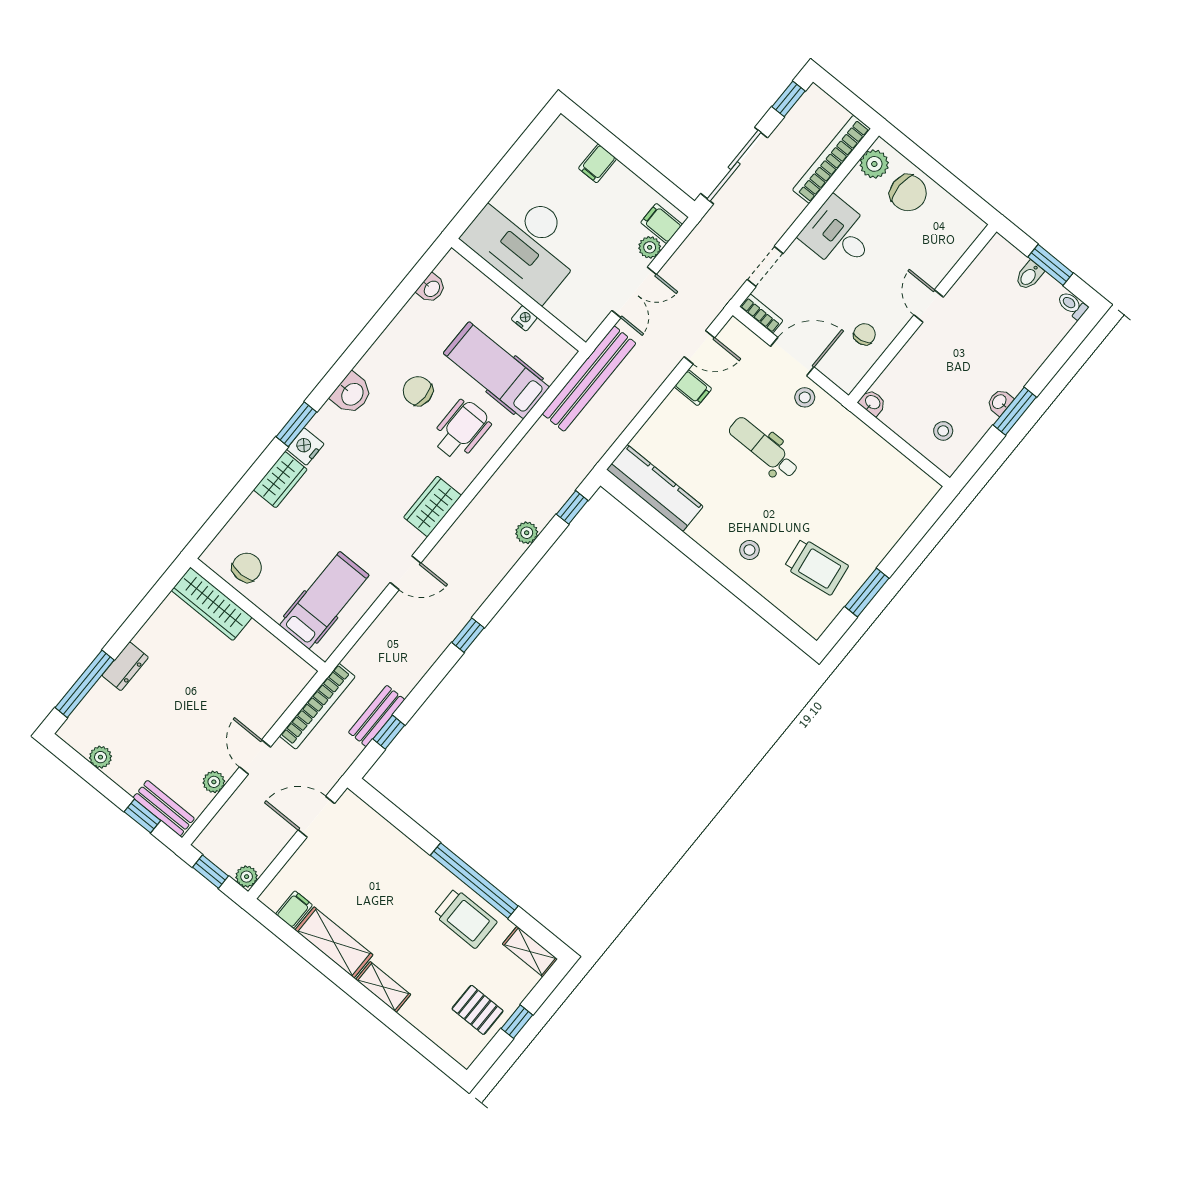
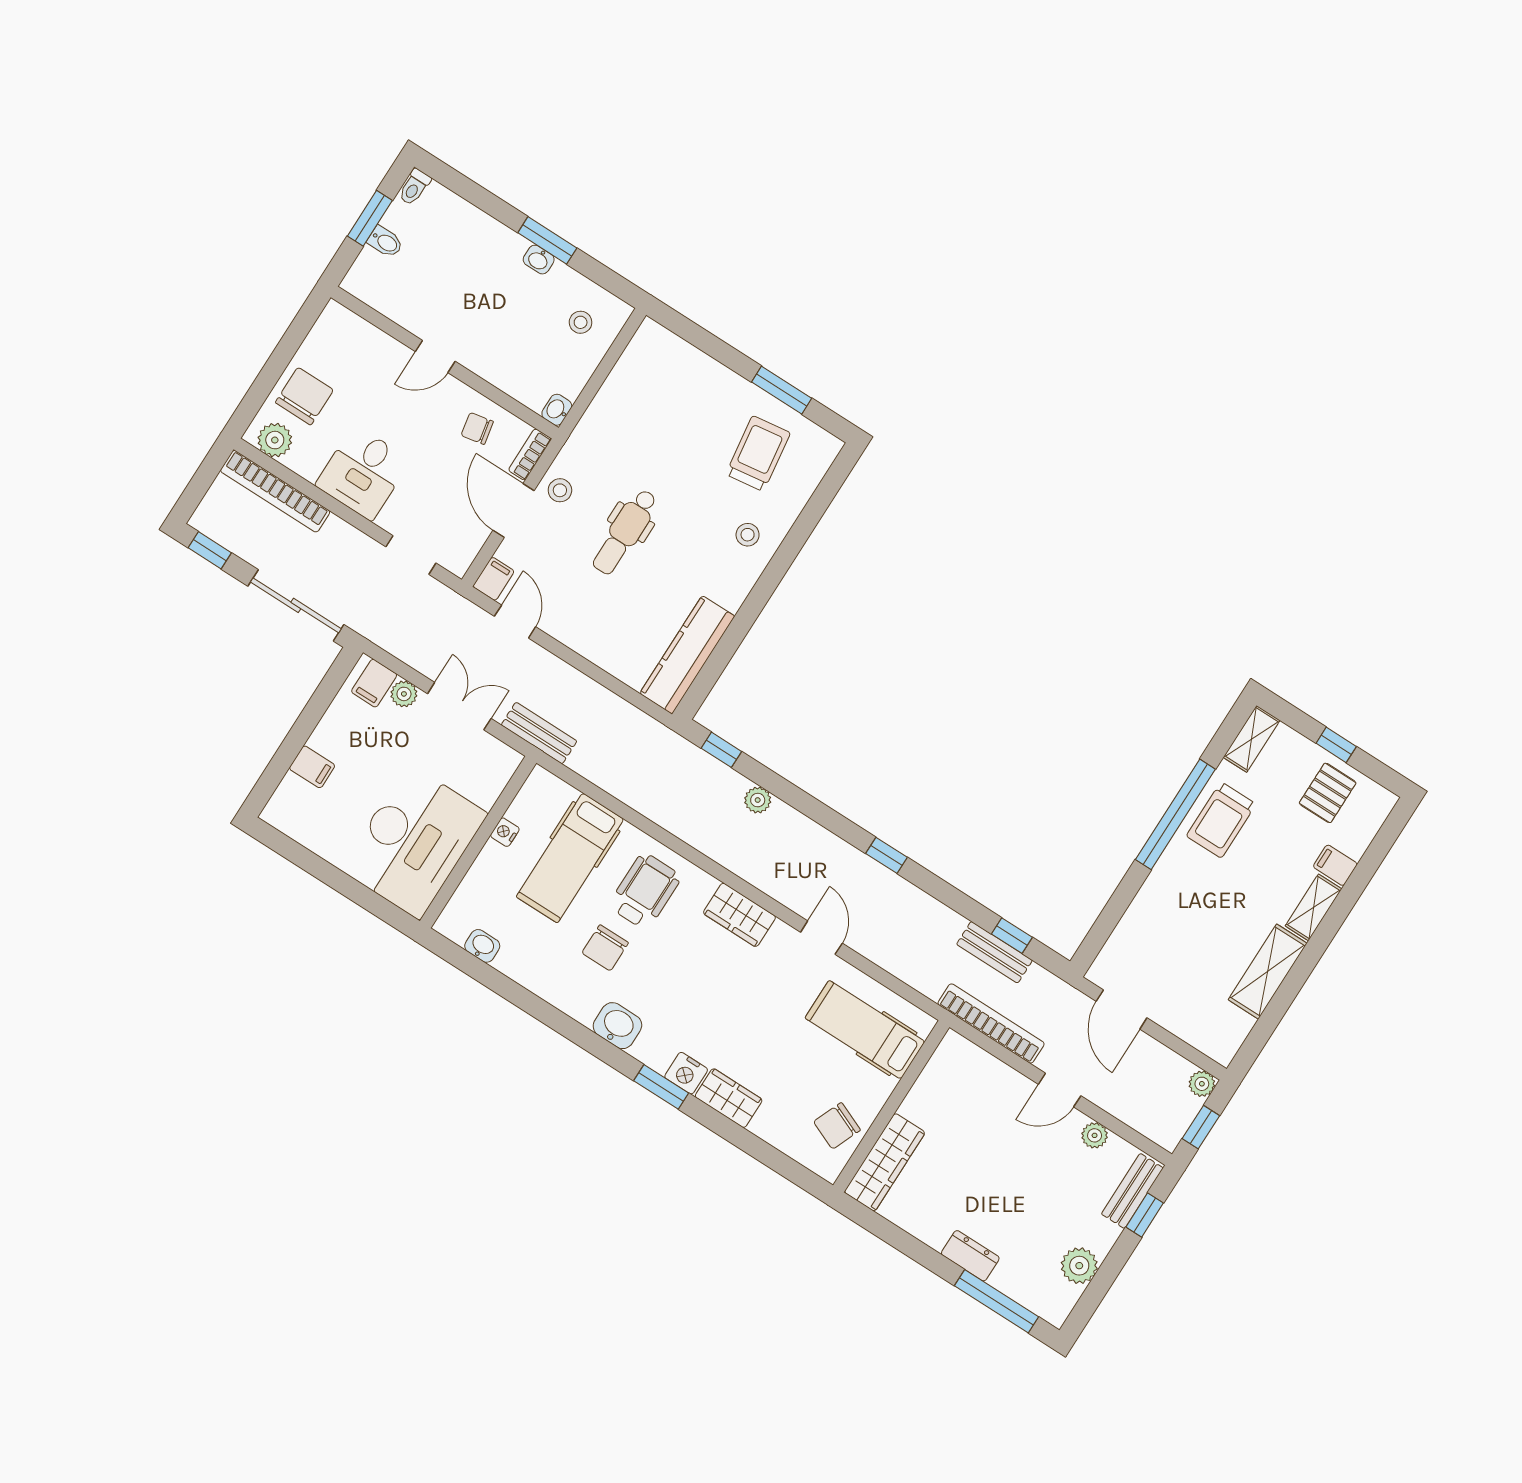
bookcase: (761, 314) -> (530, 454), moved
bench: (589, 379) -> (539, 733), width x0.54, depth x0.82
filing cabinet: (693, 388) -> (494, 579), moved
wheelchair: (461, 430) -> (645, 891), turned 90
chair: (247, 568) -> (837, 1126), turned -67
plant: (100, 757) -> (1079, 1266), width x1.38, depth x1.38
filing cabinet: (294, 910) -> (1335, 865), moved
trolley: (465, 918) -> (1221, 820), turned 180

